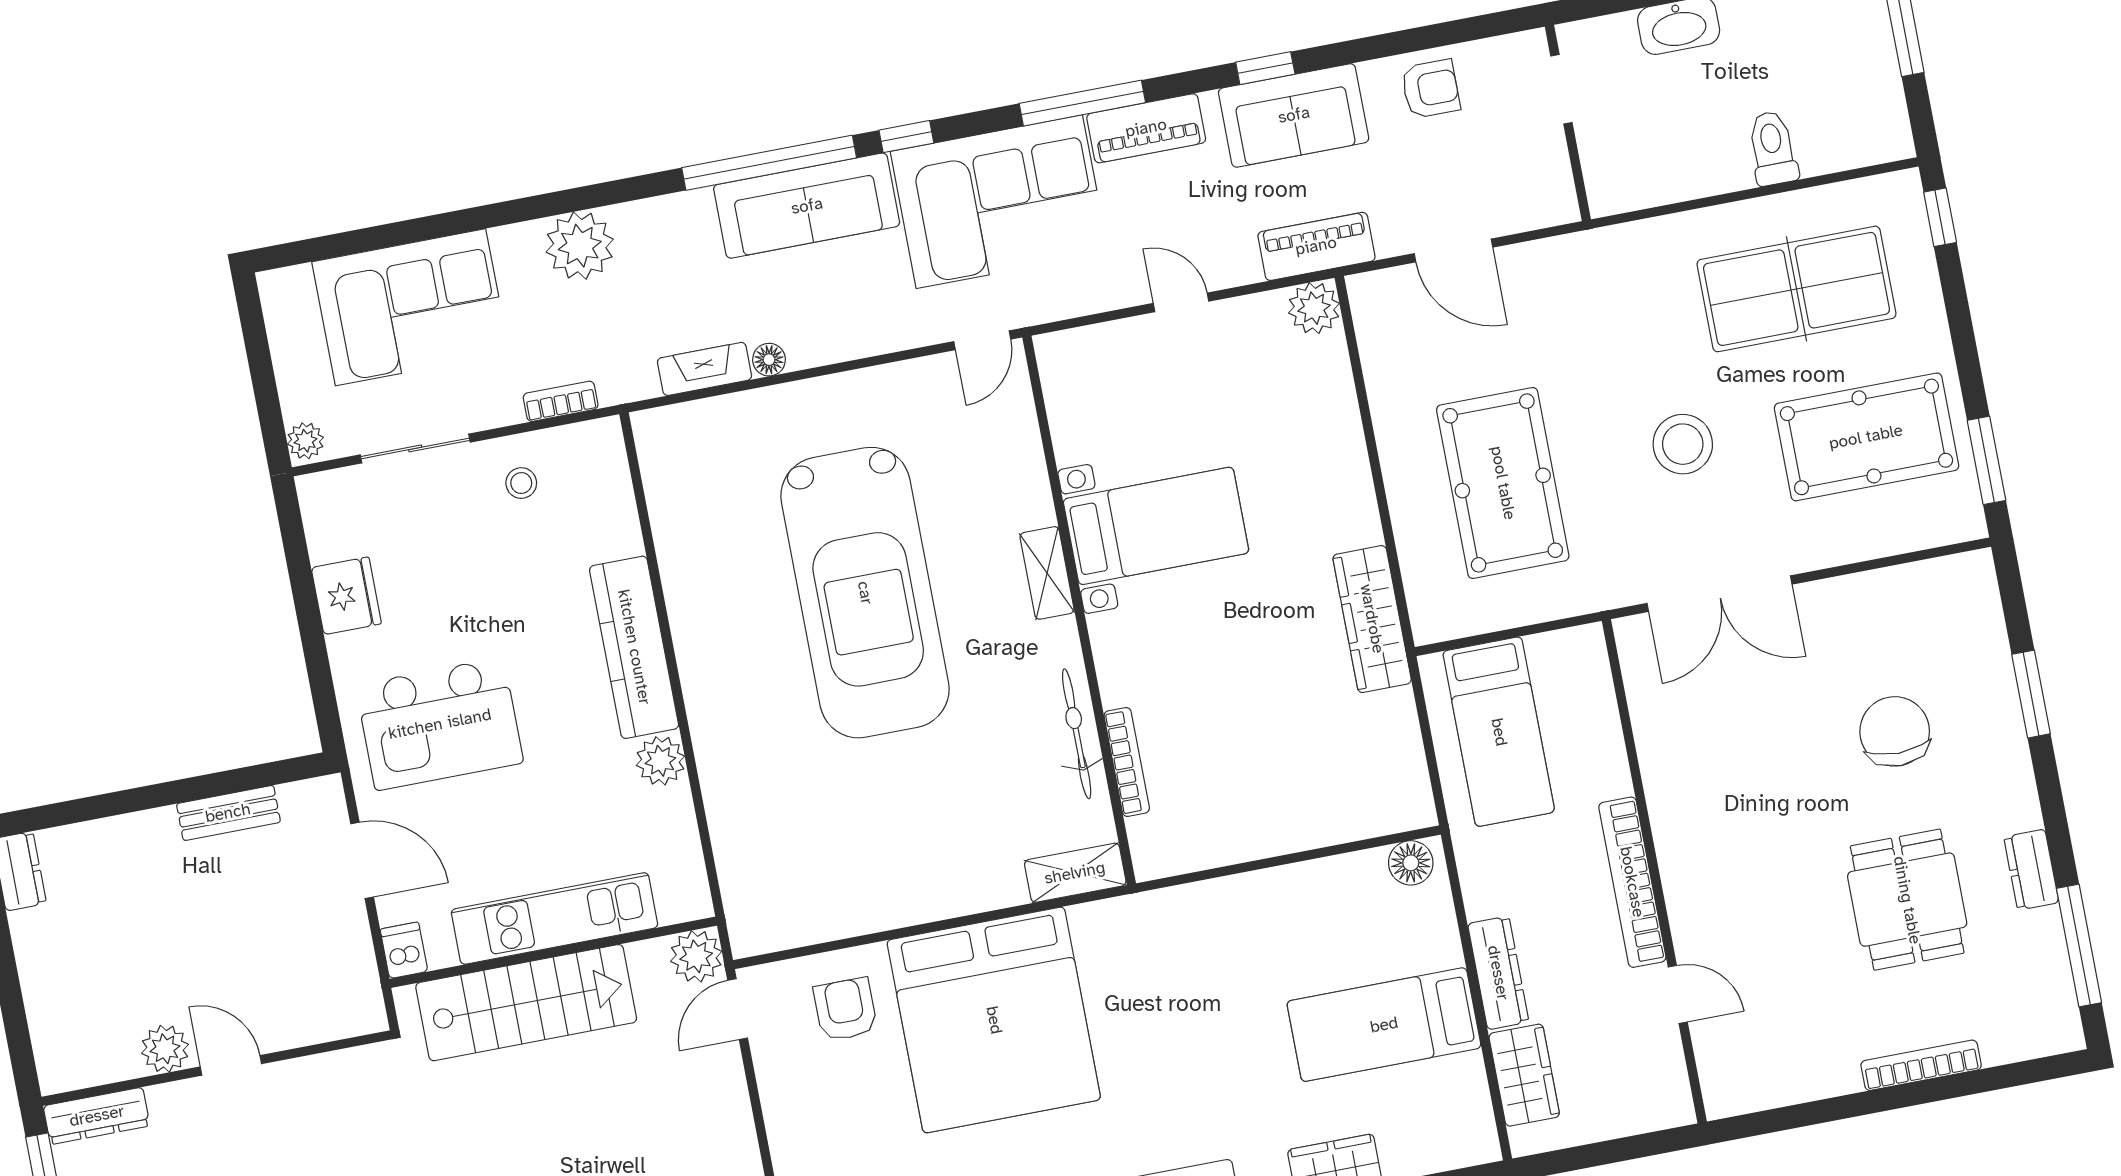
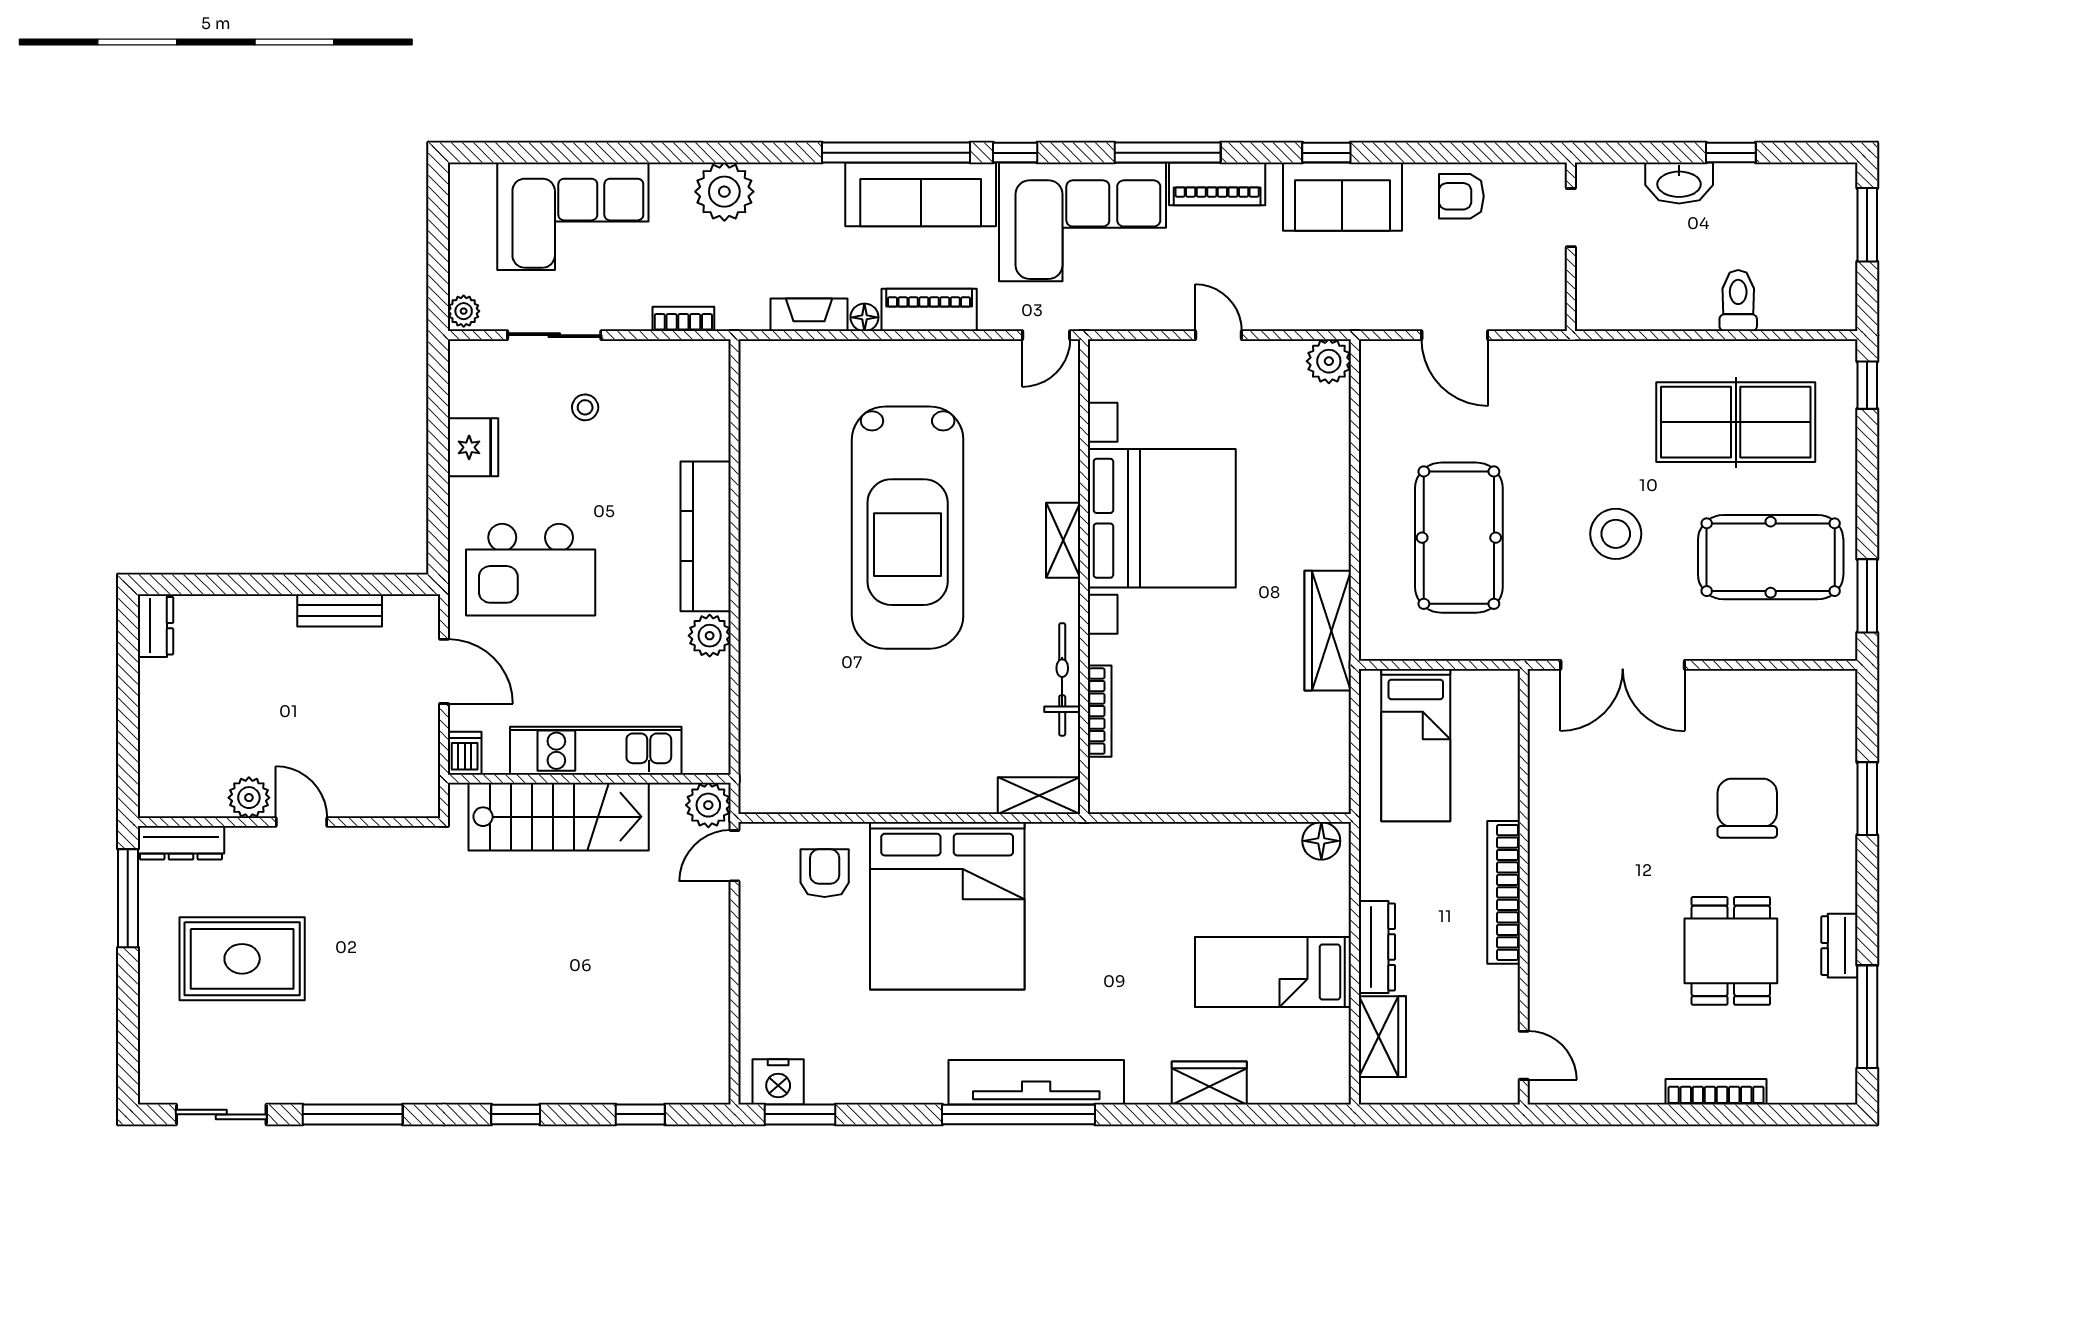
armchair: (1430, 89) -> (1461, 196), turned 180
piano: (1316, 246) -> (929, 310), moved
stool: (521, 483) -> (585, 407), moved
bed with nightstands: (1156, 526) -> (1162, 518), width x1.85
door: (1678, 995) -> (1524, 1055), moved

